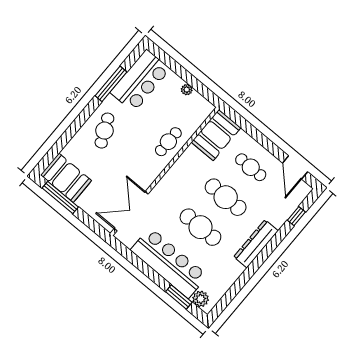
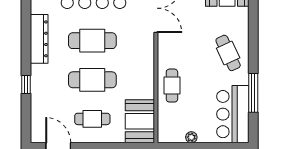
window: (296, 216) -> (26, 84), moved
dresser: (256, 244) -> (39, 39), moved

